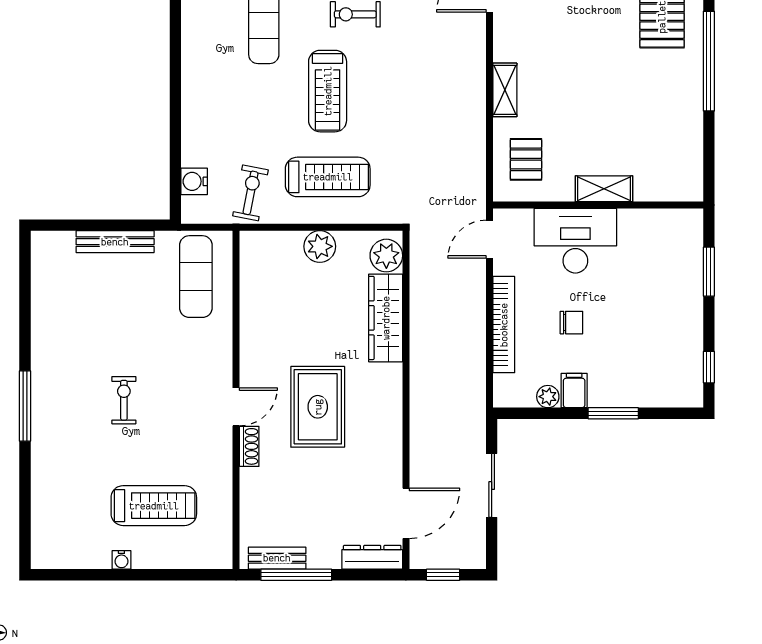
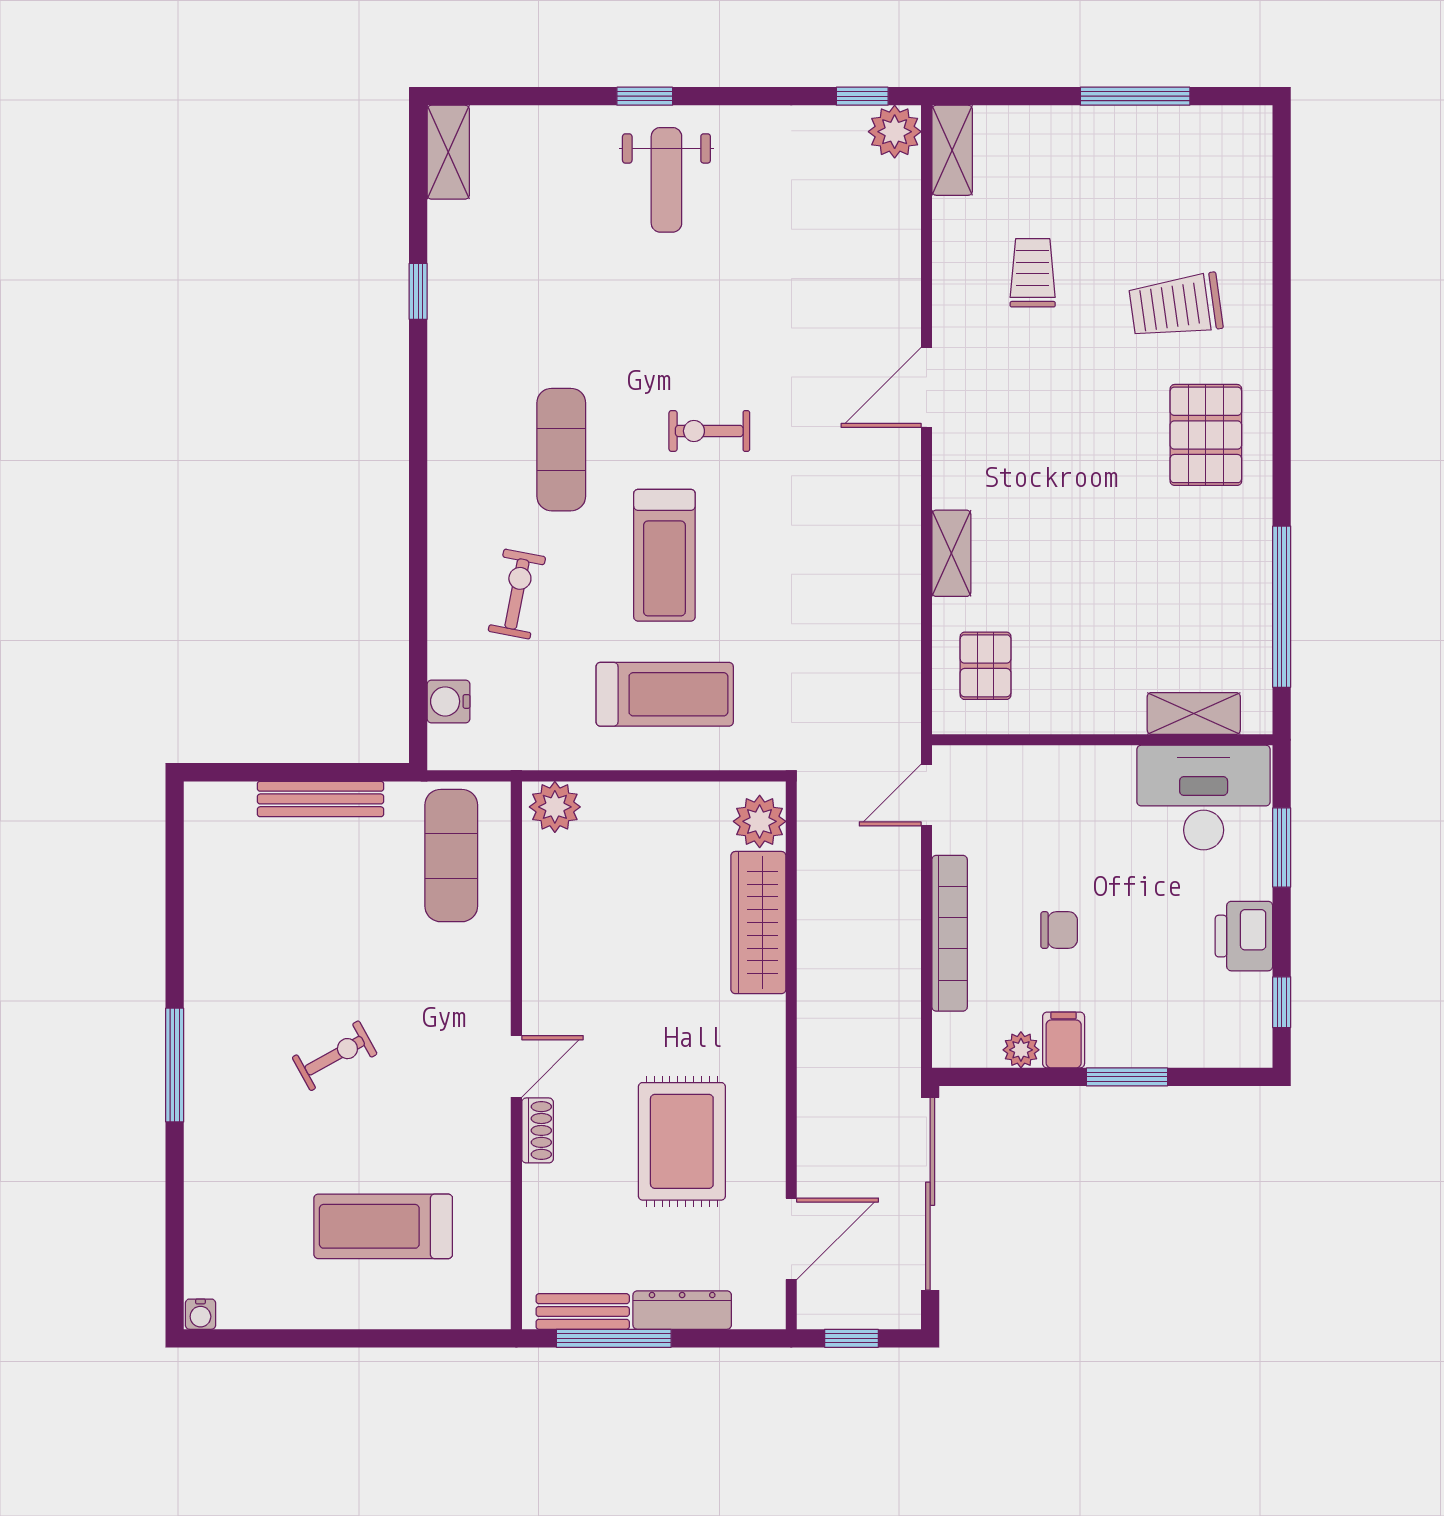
window: (709, 61) -> (1282, 607), moved
shelving: (604, 189) -> (1194, 713), moved
exercise bike: (250, 193) -> (517, 594), moved
desk: (575, 241) -> (1204, 798), moved
plant: (320, 246) -> (555, 807), moved
printer: (686, 326) -> (1244, 936), added
exercise bike: (124, 400) -> (335, 1056), turned 61
rug: (318, 407) -> (682, 1141), moved
sliding door: (492, 485) -> (930, 1194), width x1.86
treadmill: (154, 506) -> (383, 1226), turned 180
dresser: (372, 557) -> (682, 1310), moved
water cooler: (121, 560) -> (200, 1314), moved

